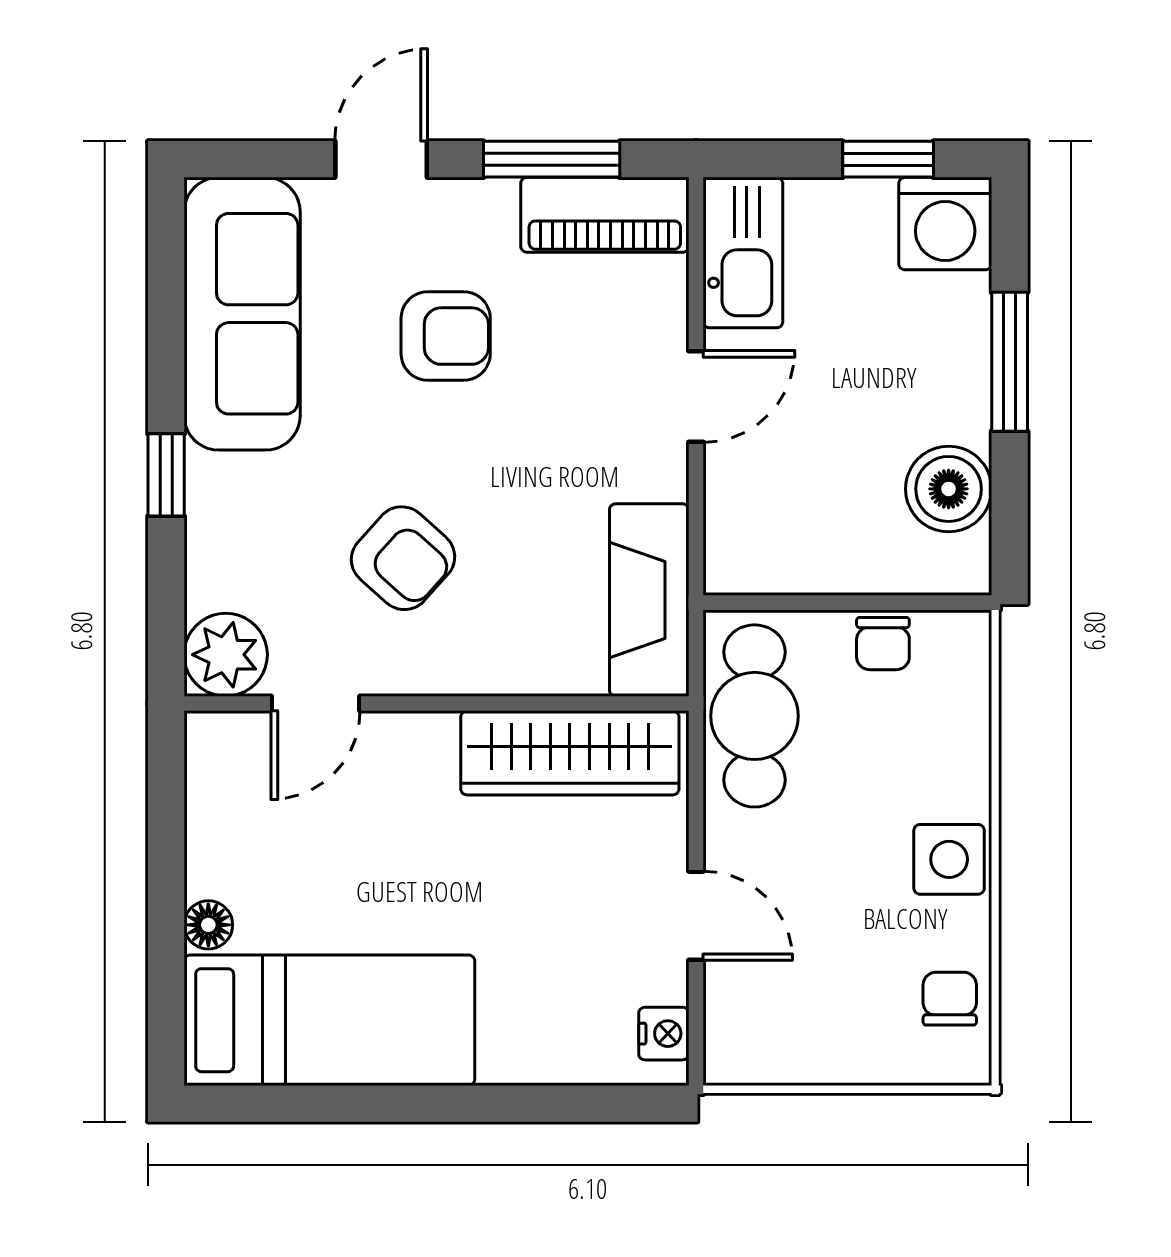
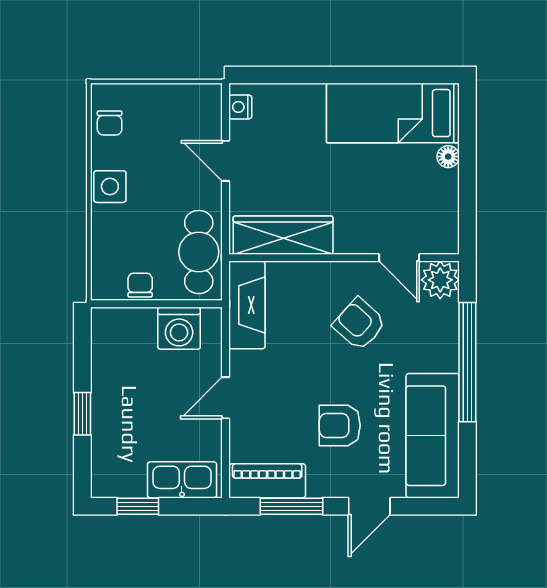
washing machine: (945, 224) -> (179, 328), moved, turned 180
kitchen sink: (743, 253) -> (182, 480), moved, turned 90
window: (1010, 362) -> (82, 414), width x0.67
window: (166, 475) -> (467, 362), width x3.17
boiler: (949, 489) -> (110, 356), removed
door: (316, 703) -> (399, 258), swing flipped

